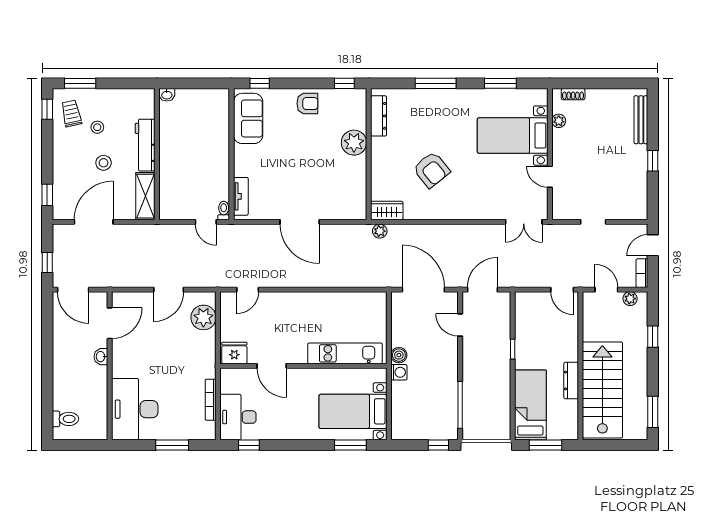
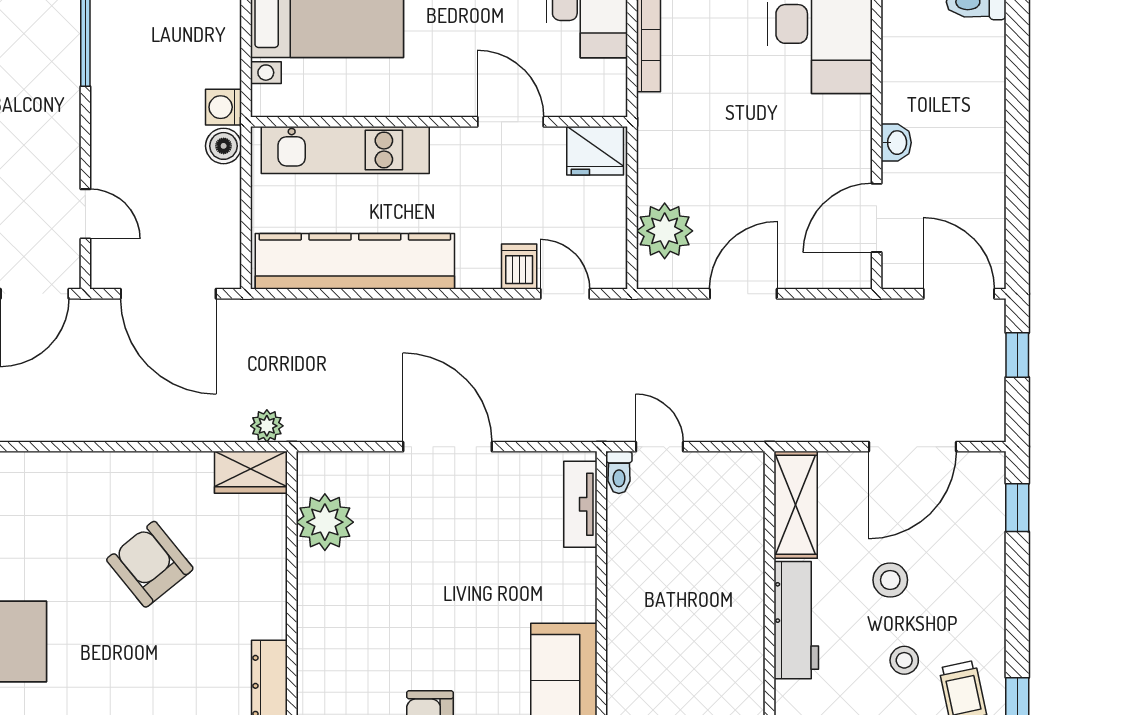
plant: (354, 143) -> (325, 522), moved
door: (248, 290) -> (565, 294), hinge flipped
dishwasher: (268, 302) -> (519, 267), added
kitchen counter: (341, 304) -> (355, 261), added

